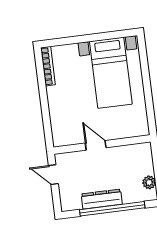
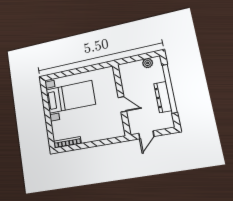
door: (96, 145) -> (122, 104), swing flipped

